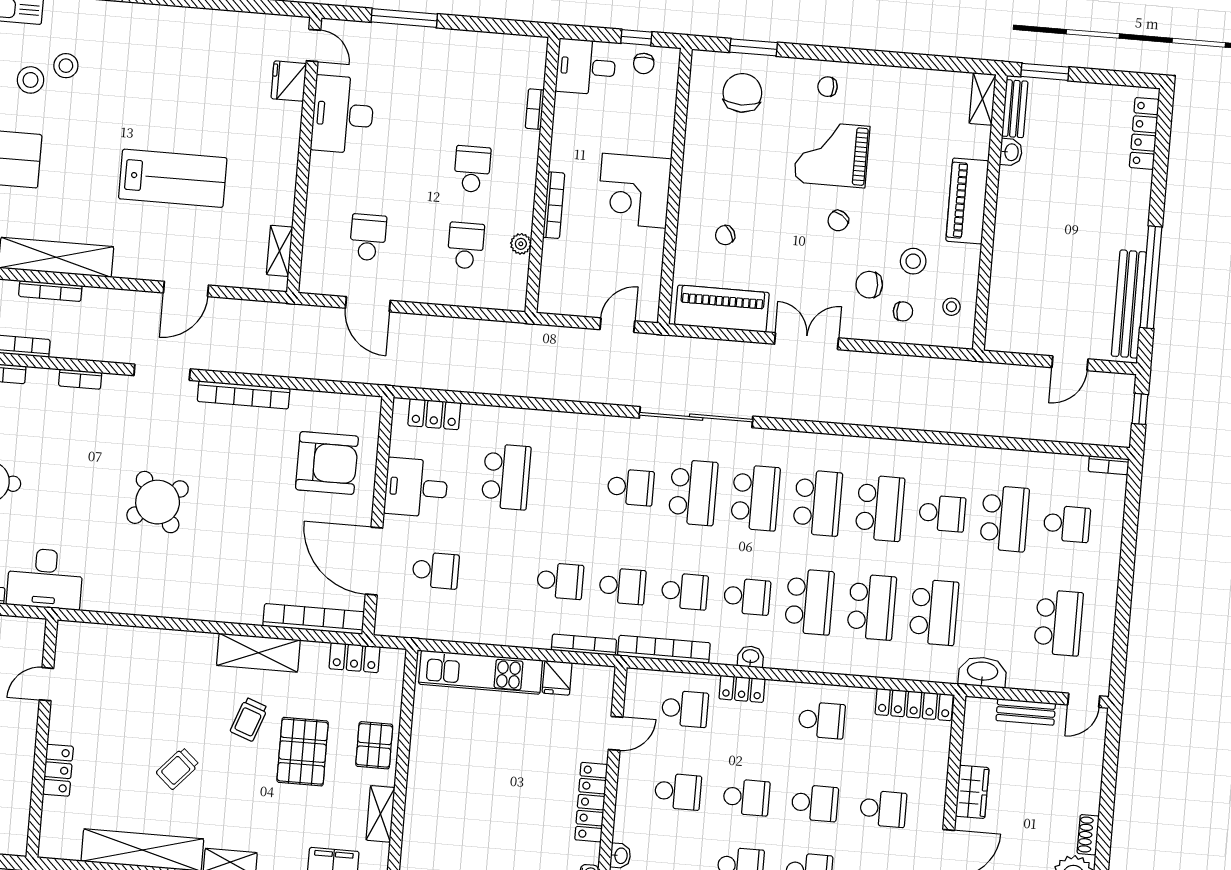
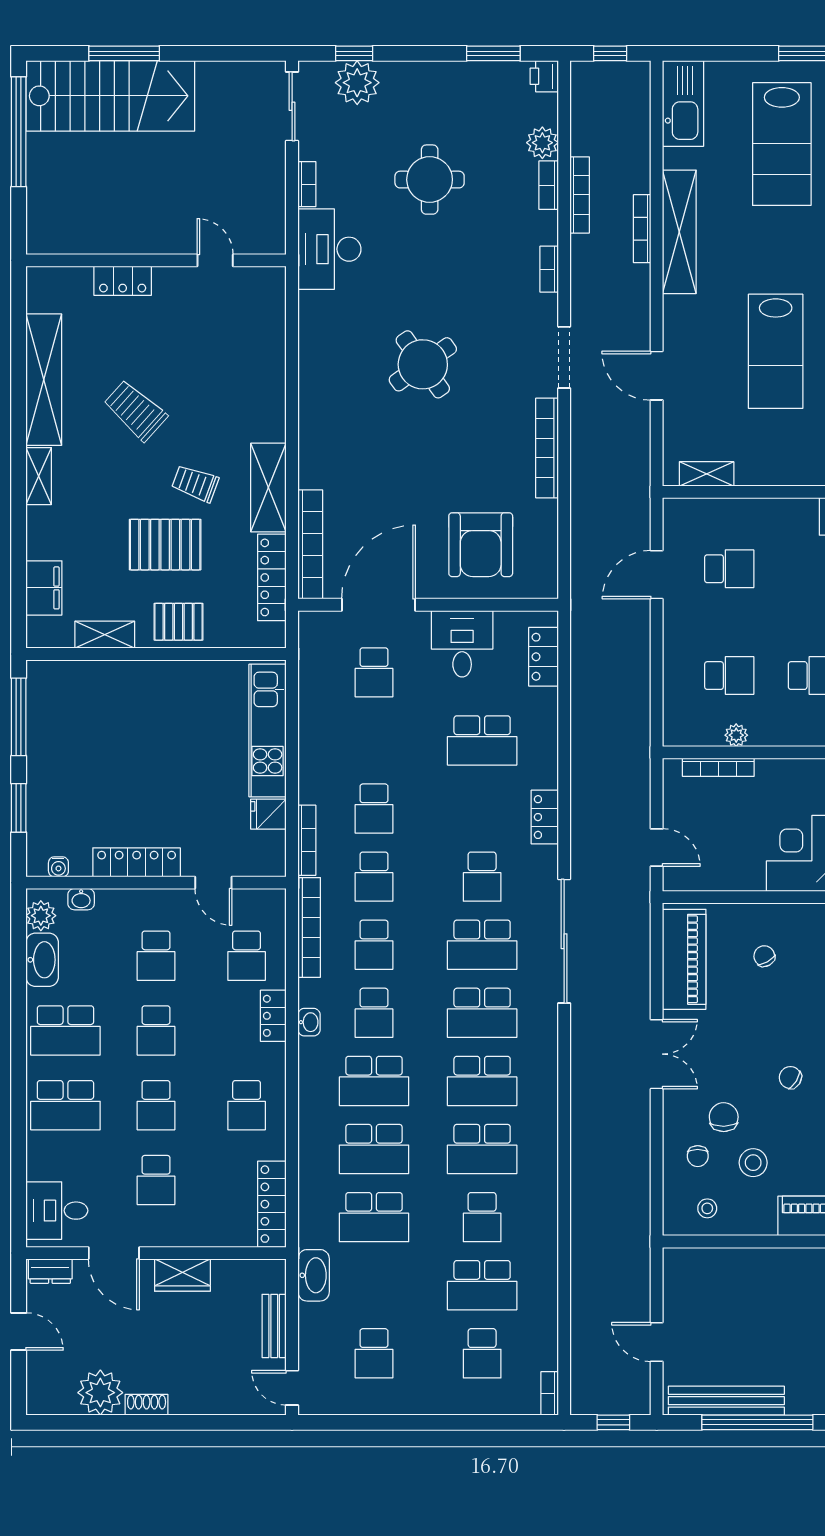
bookcase: (554, 205) -> (718, 767), moved
locker: (581, 425) -> (545, 817), added
school desk: (1058, 623) -> (374, 1353), width x0.54
locker: (355, 658) -> (272, 577), width x1.53
trolley: (178, 769) -> (135, 410), width x1.36, depth x1.39

